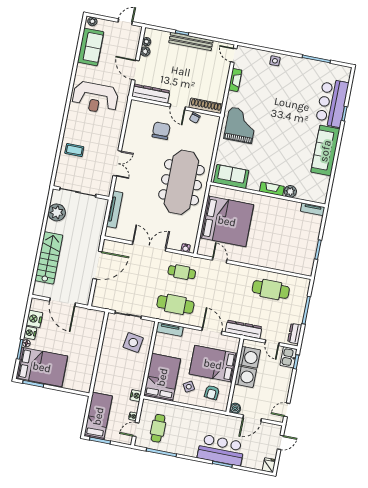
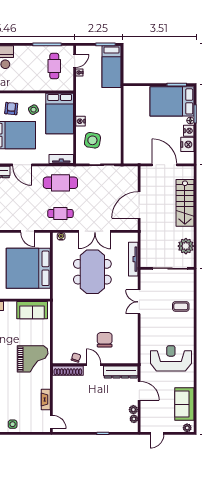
bench: (191, 41) -> (93, 427), removed
grand piano: (241, 125) -> (33, 359), turned -90
chair: (161, 131) -> (105, 340), turned 180
meeting table: (181, 182) -> (92, 272), moved, width x0.73
nightstand: (136, 396) -> (81, 121), moved

